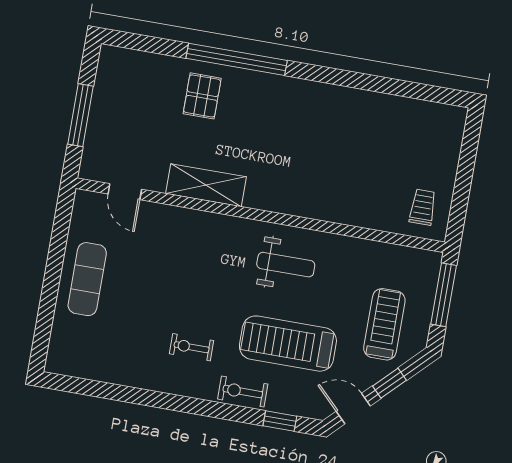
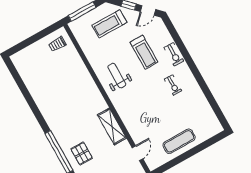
pallet: (202, 96) -> (82, 154), turned 90
treadmill: (288, 344) -> (144, 52), width x0.73, depth x0.73
door: (353, 409) -> (148, 11), hinge flipped
window: (280, 421) -> (173, 33), removed

